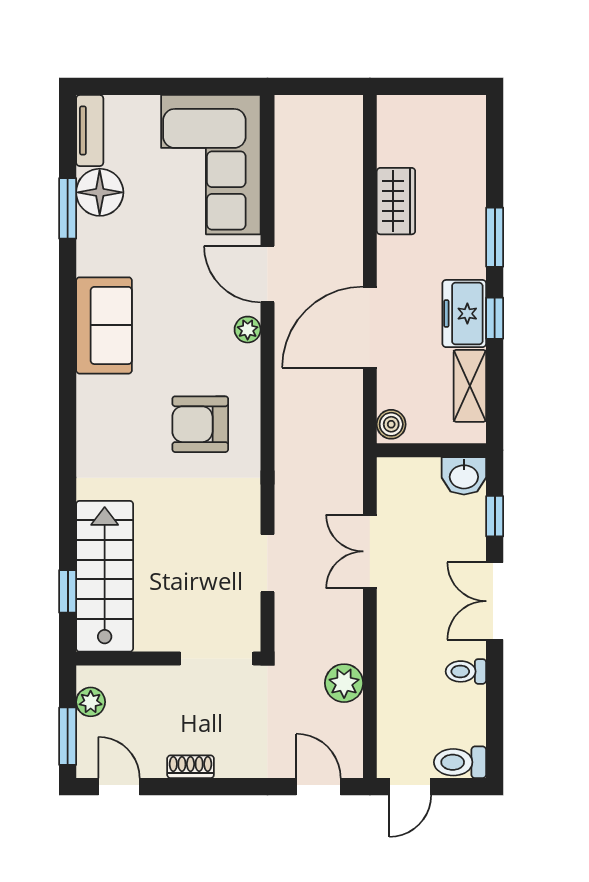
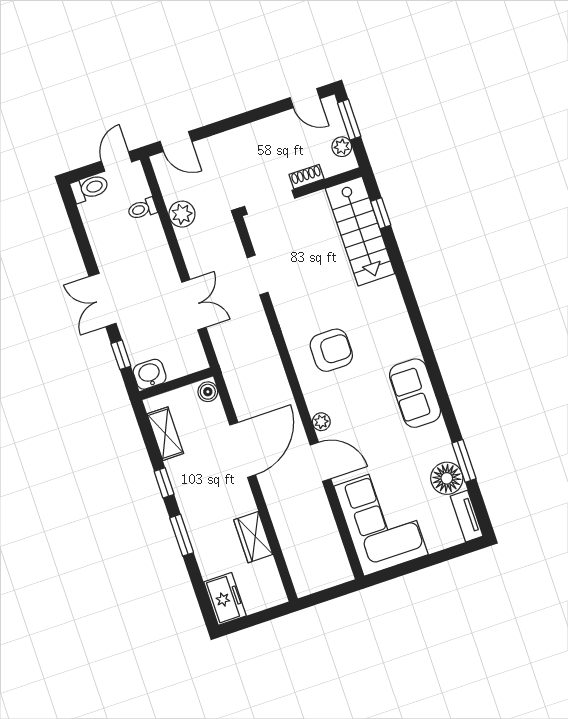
freezer: (464, 314) -> (225, 599), moved
double door: (495, 601) -> (102, 300), swing flipped
toilet: (466, 671) -> (142, 209), moved, turned 180
shoe rack: (191, 767) -> (307, 177), moved, turned 180

